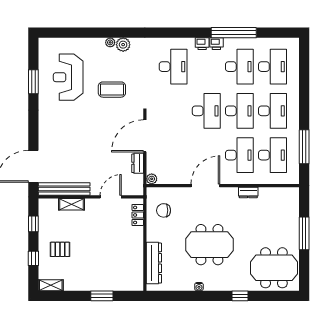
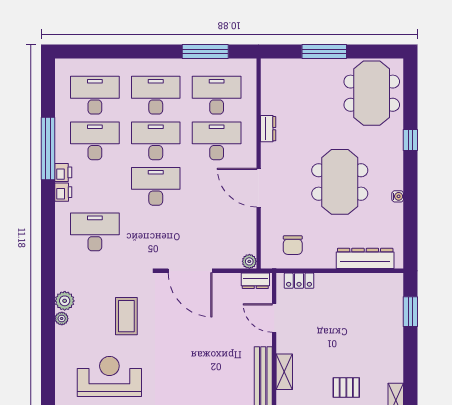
reception desk: (68, 77) -> (109, 376), turned 180
dresser: (138, 163) -> (255, 281), moved
pallet: (60, 249) -> (346, 388), turned 90
window: (102, 296) -> (410, 312), moved

